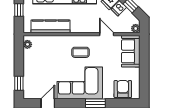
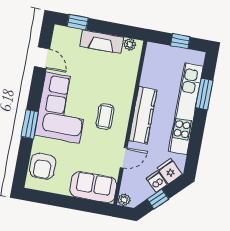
kitchen counter: (51, 26) -> (143, 115), moved
fireplace: (29, 64) -> (102, 42), added
armchair: (123, 89) -> (43, 166), turned 90

